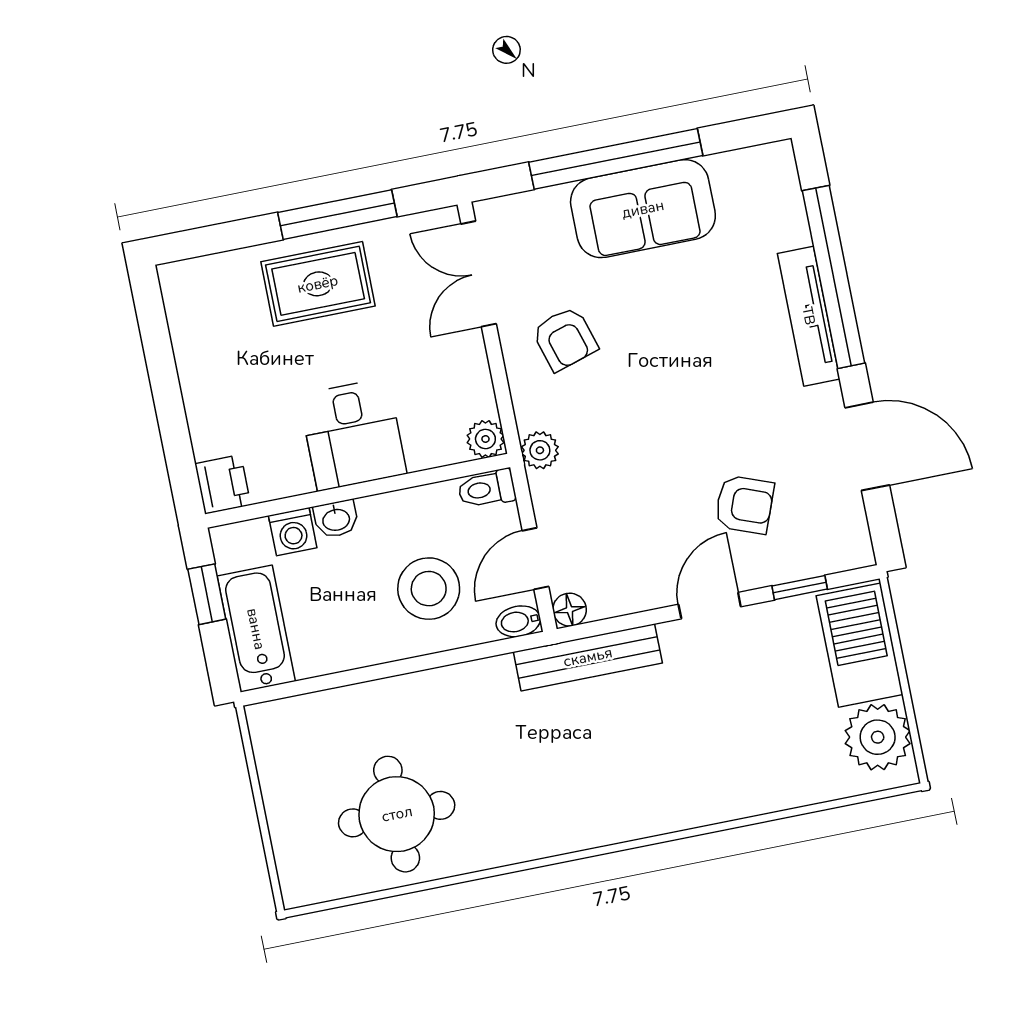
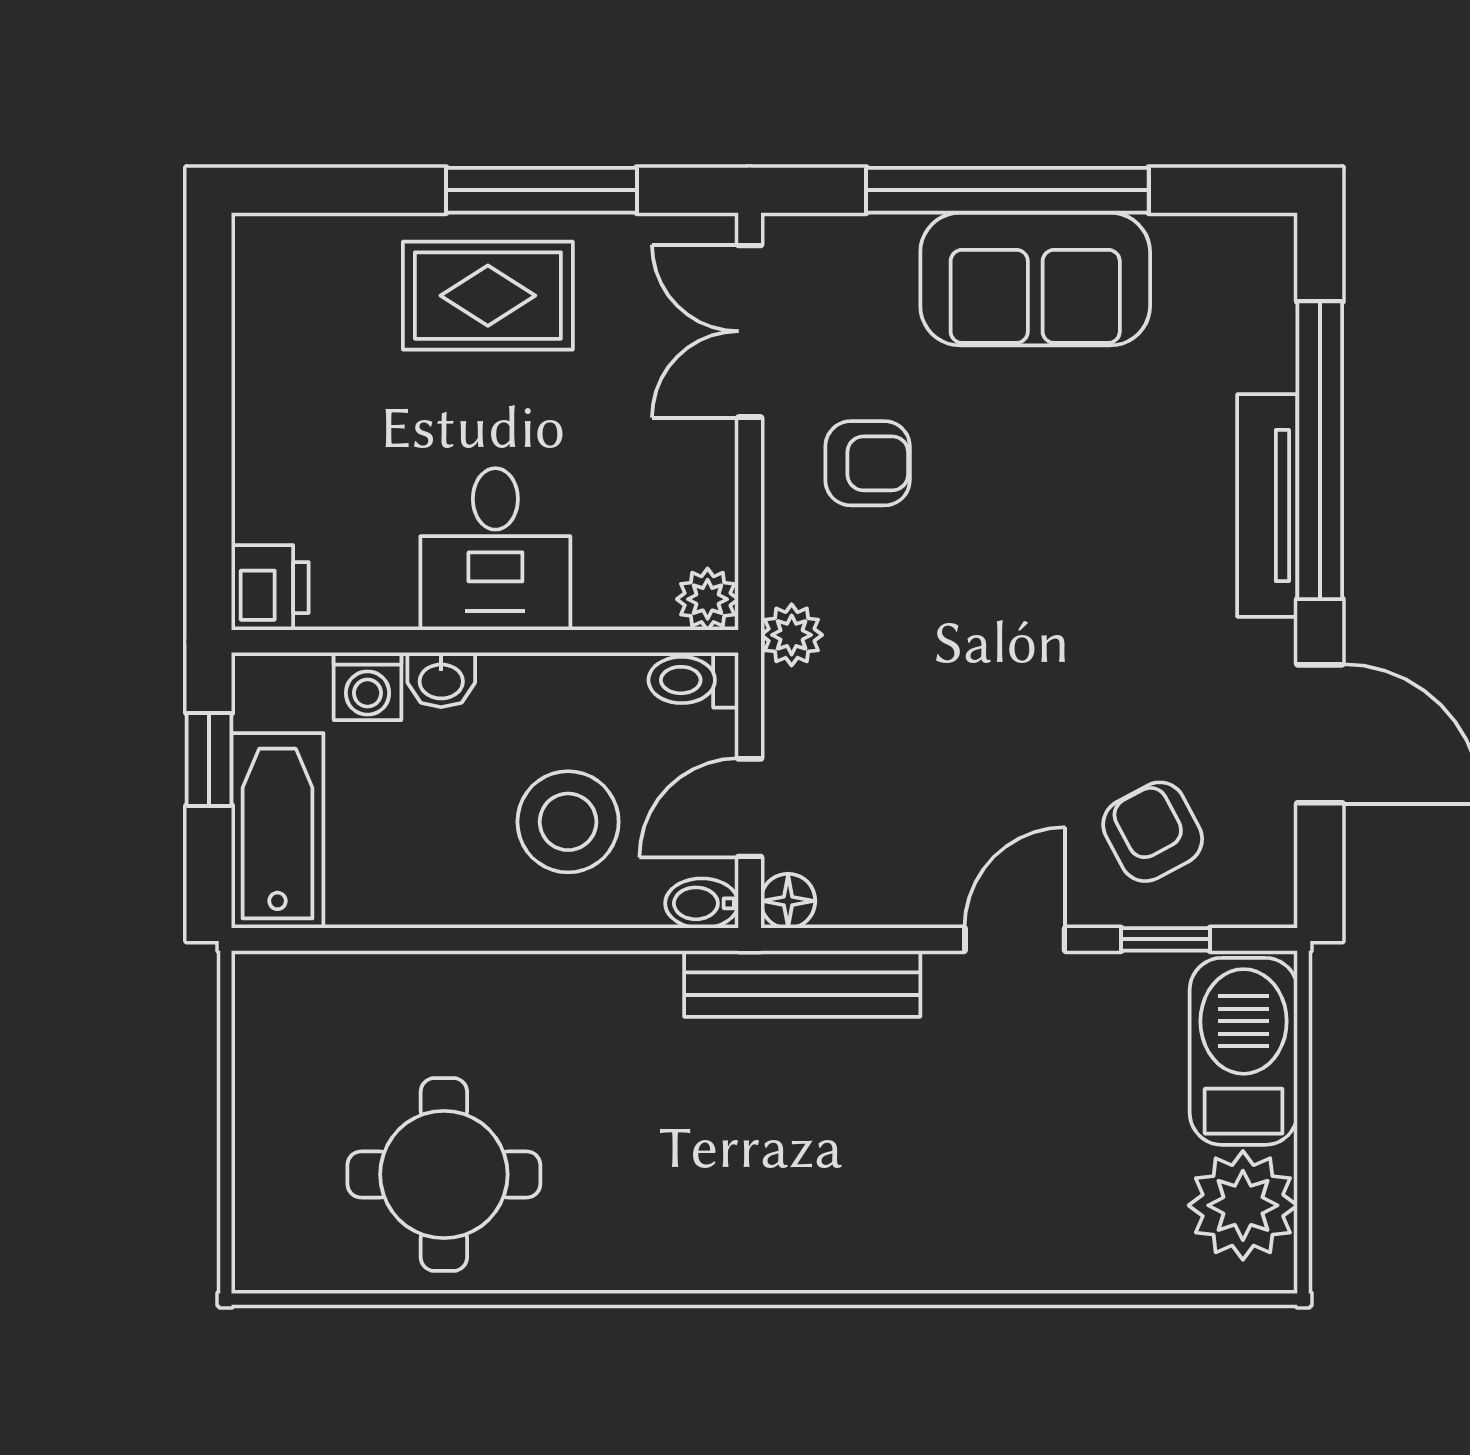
armchair: (565, 339) -> (868, 463), turned -73
armchair: (744, 505) -> (1153, 832), moved, turned -139

